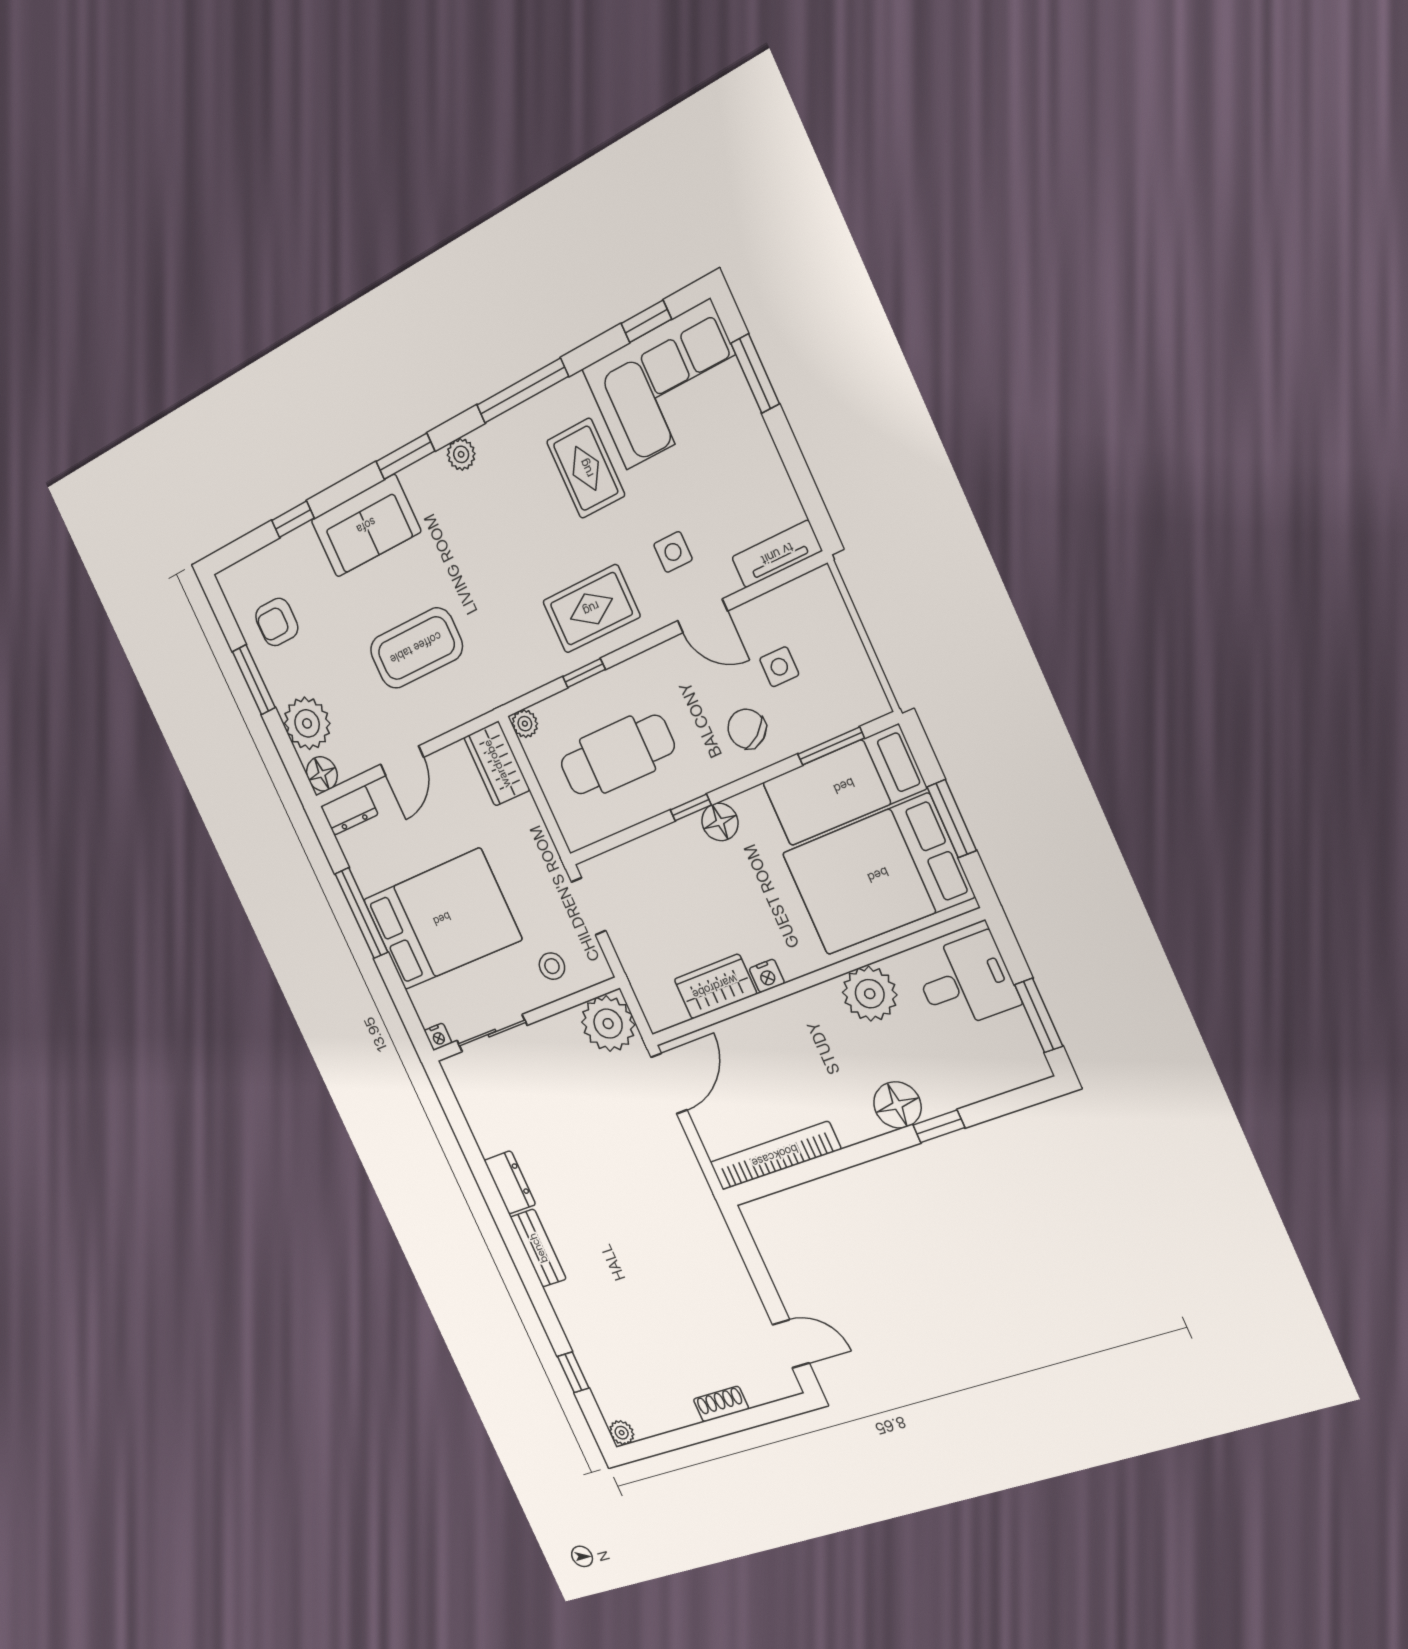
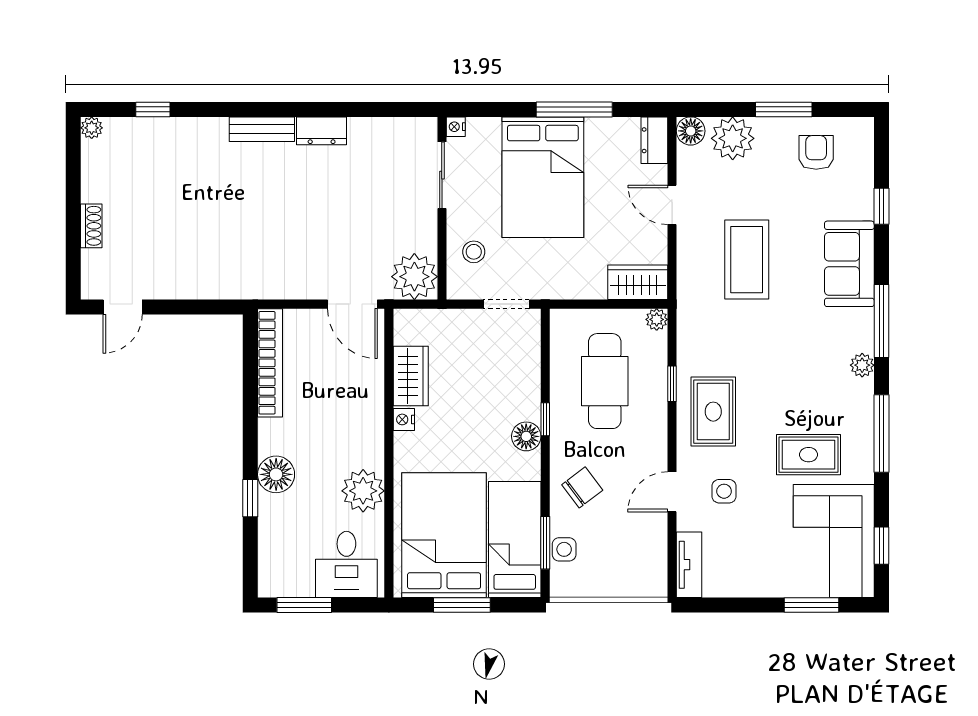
window: (405, 456) -> (881, 321), width x1.44
side table: (779, 667) -> (564, 549), moved

